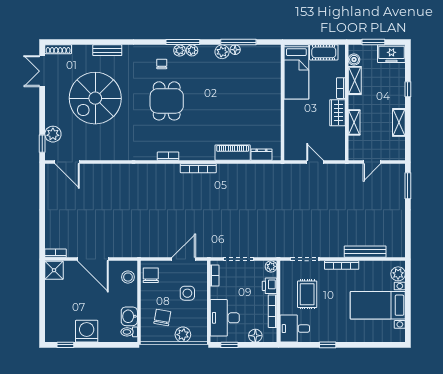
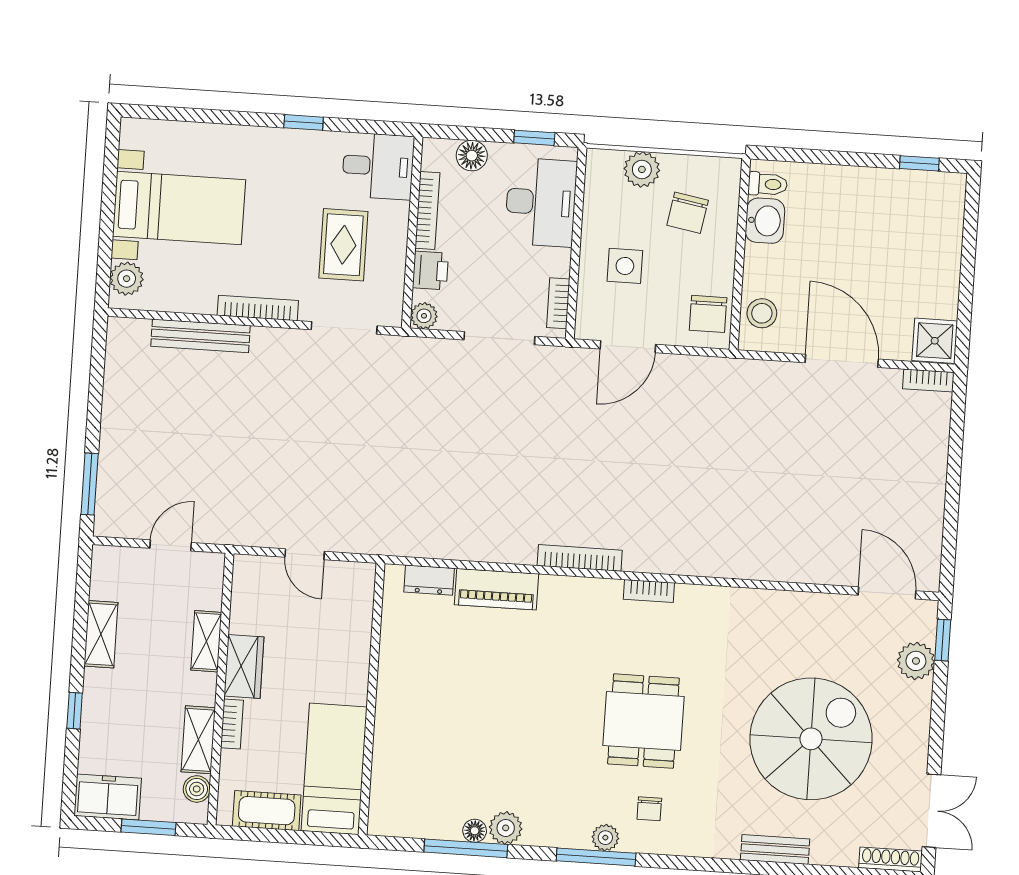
plant: (192, 50) -> (576, 836), removed
washing machine: (87, 331) -> (868, 192), removed

